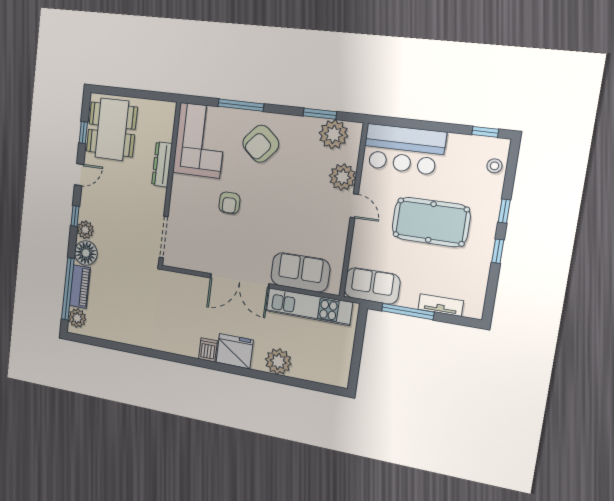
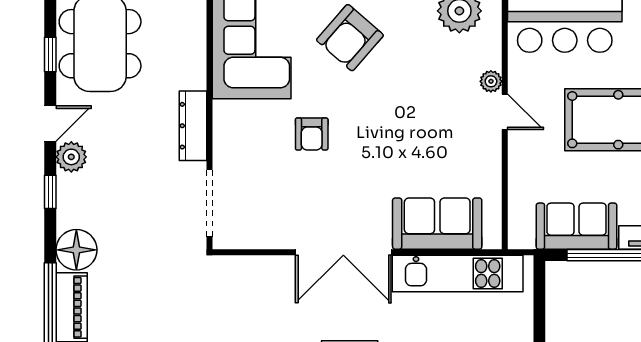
dresser: (162, 164) -> (193, 126), moved
plant: (343, 177) -> (491, 81), width x0.53, depth x0.53
plant: (85, 230) -> (71, 157), moved
sofa: (372, 286) -> (577, 226), moved

